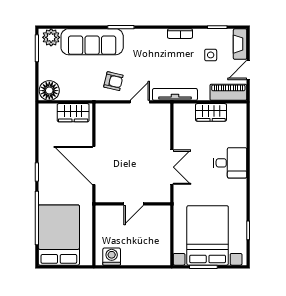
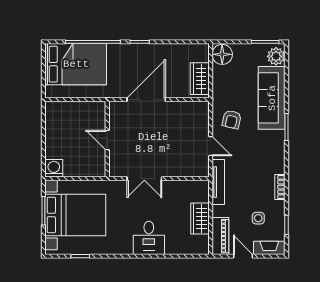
washing machine: (112, 257) -> (54, 168), moved, turned -90

